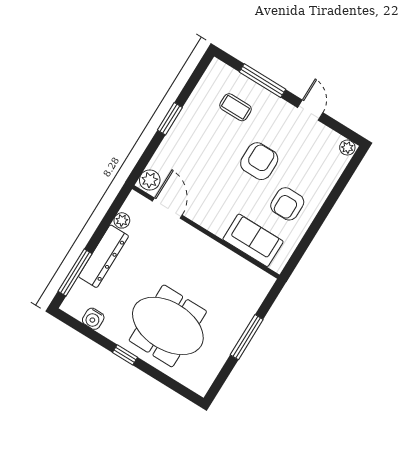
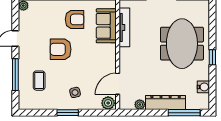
side table: (190, 145) -> (75, 92), added
tv unit: (236, 263) -> (124, 27), added

